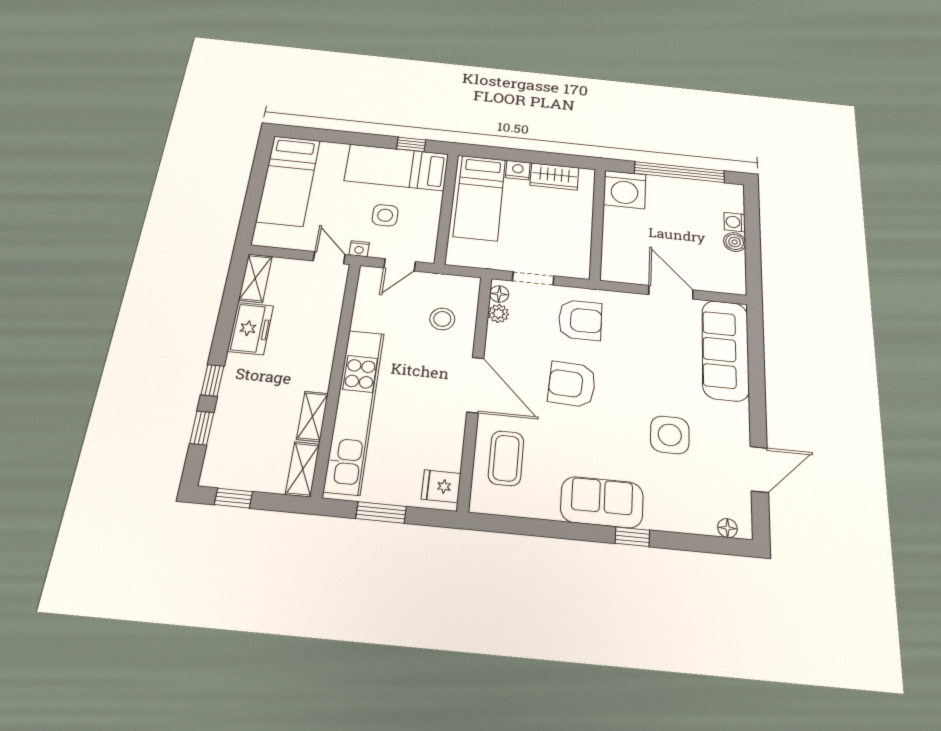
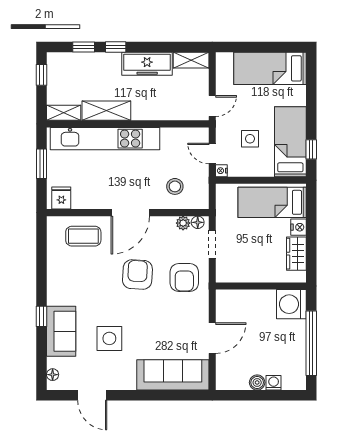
nightstand: (359, 249) -> (221, 171), moved
freezer: (250, 328) -> (147, 64), width x1.40
shelving: (312, 416) -> (106, 111), width x1.50, depth x1.33
sofa: (602, 502) -> (61, 331), moved

